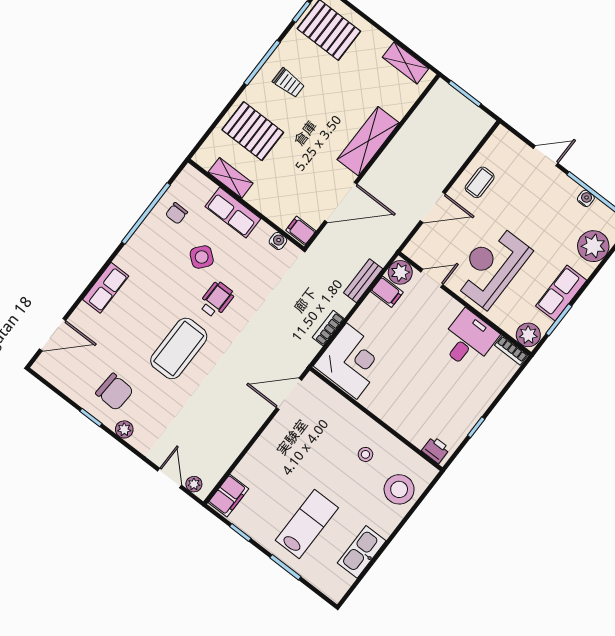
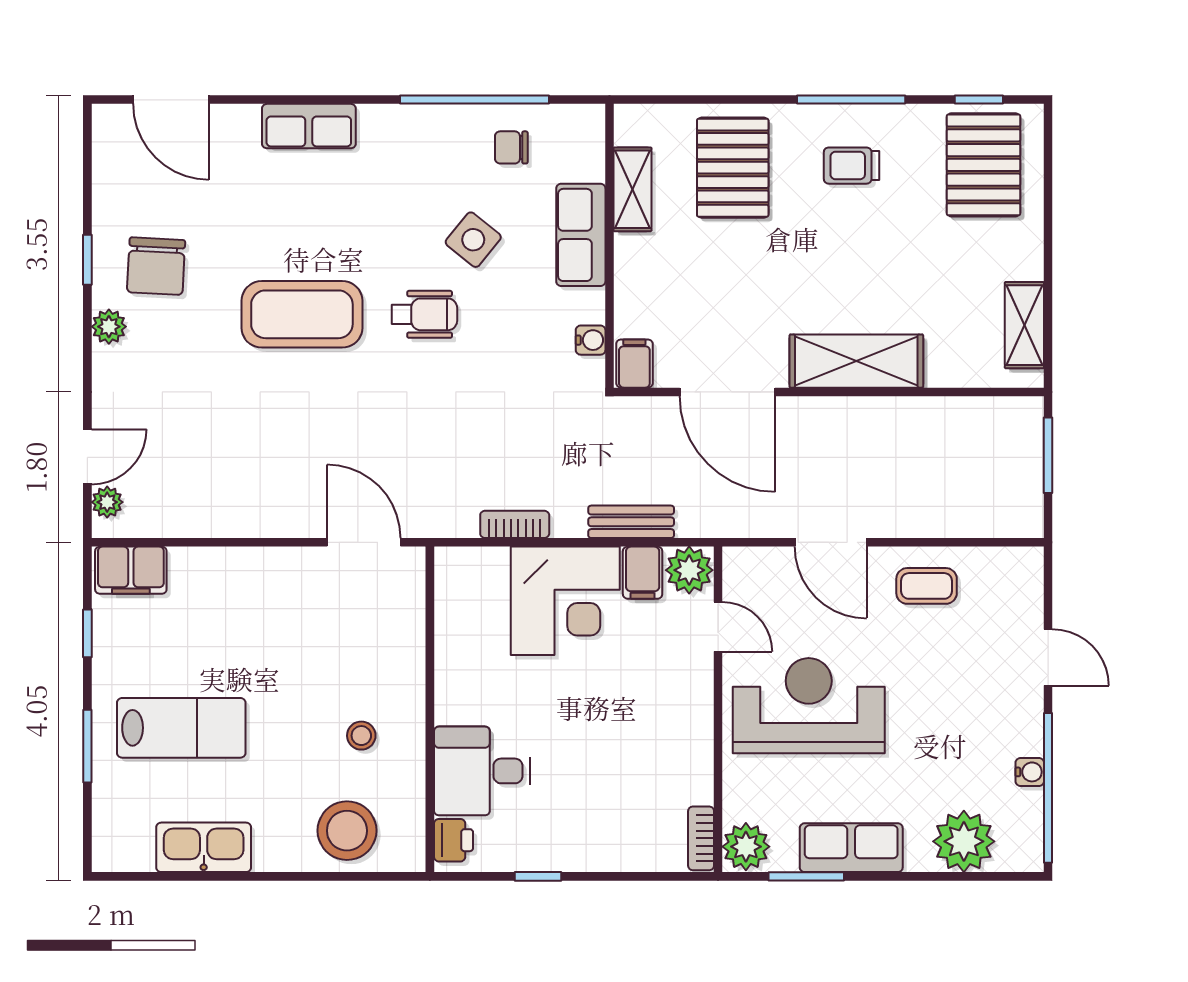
trolley: (289, 83) -> (852, 166), turned 90
desk: (468, 340) -> (482, 771), moved, turned 180
corner desk: (352, 361) -> (565, 601), moved

